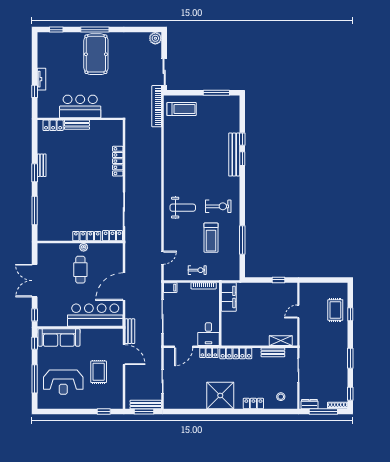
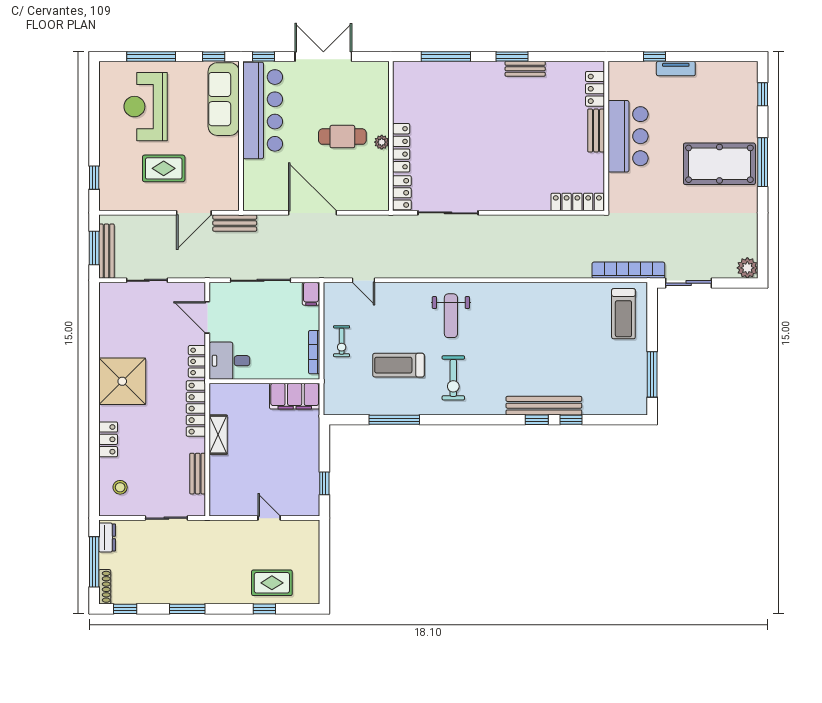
locker: (118, 161) -> (577, 202), moved
bar counter: (95, 315) -> (263, 110), moved
shelving: (281, 341) -> (218, 435), moved

